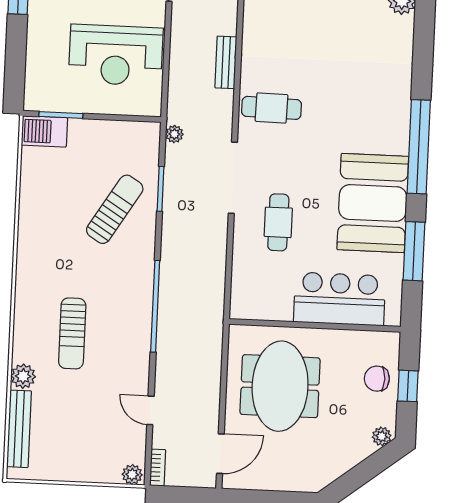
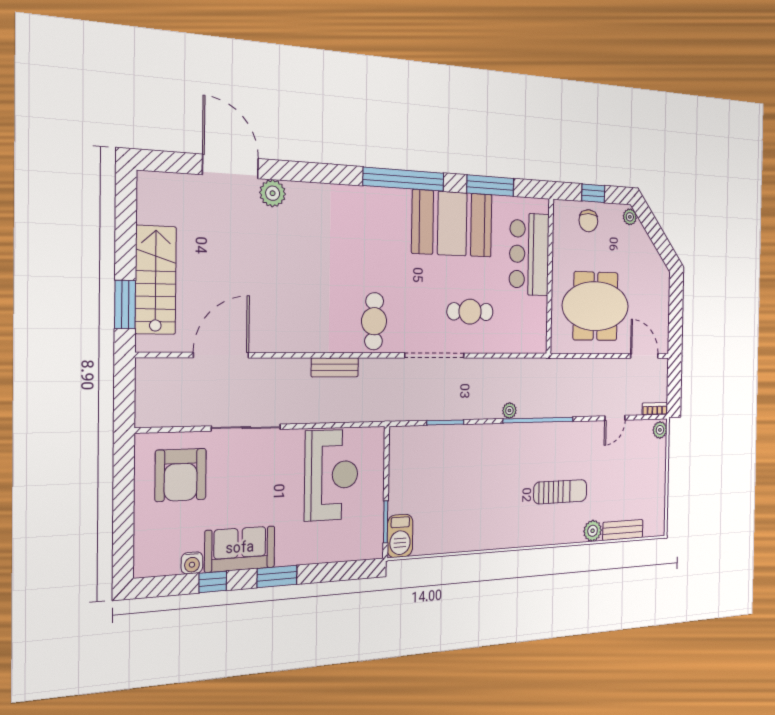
plant: (174, 134) -> (509, 411), moved
sun lounger: (115, 209) -> (463, 463), removed
bench: (19, 429) -> (623, 530), width x0.73

